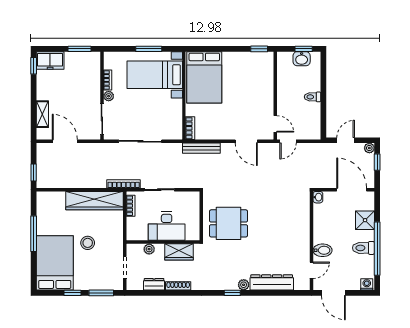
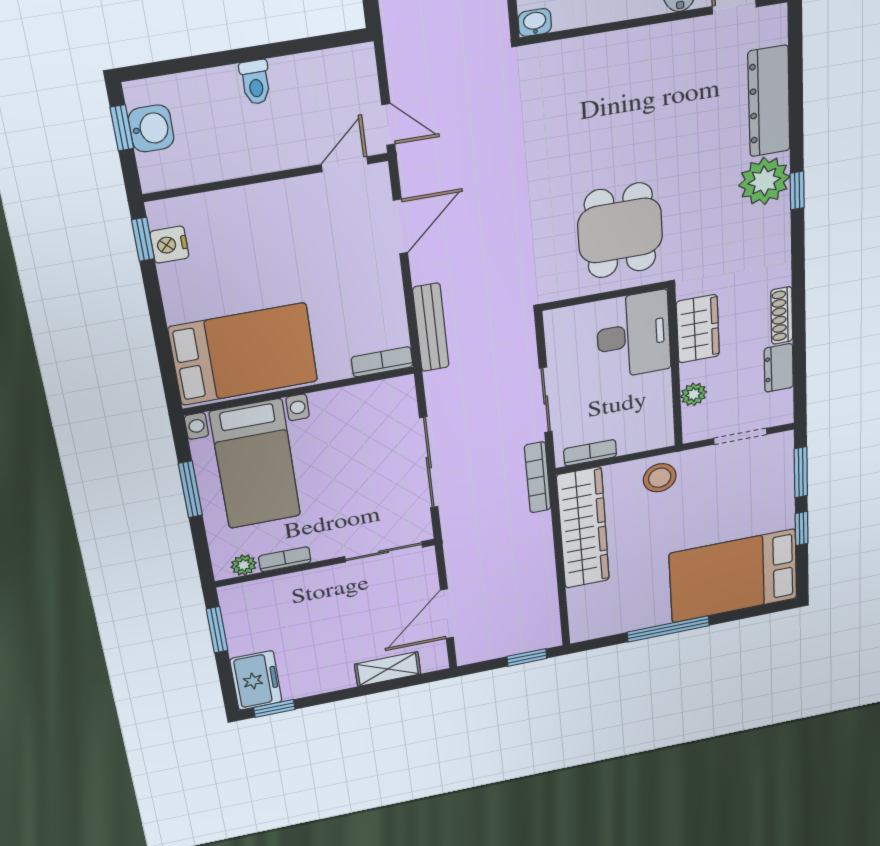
nightstand: (255, 58) -> (169, 245), added
plant: (109, 96) -> (244, 565), moved
desk: (167, 226) -> (633, 335), moved
stool: (88, 243) -> (660, 478), moved
plant: (244, 285) -> (764, 181), width x1.87, depth x1.87

